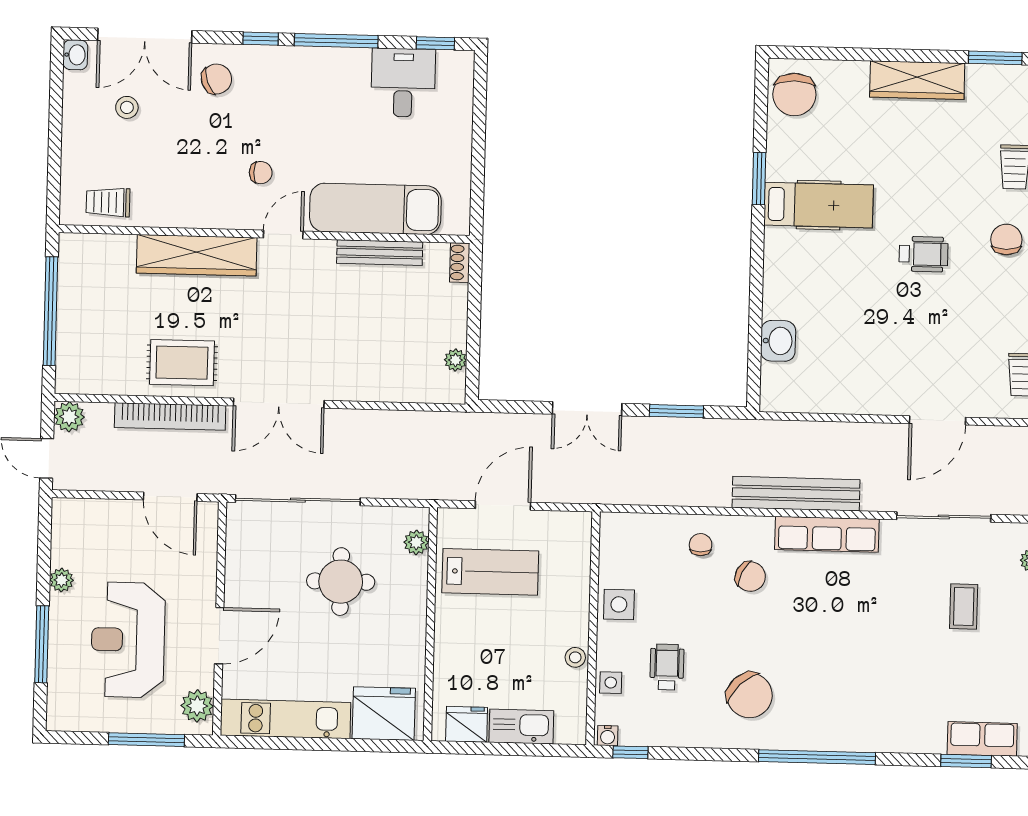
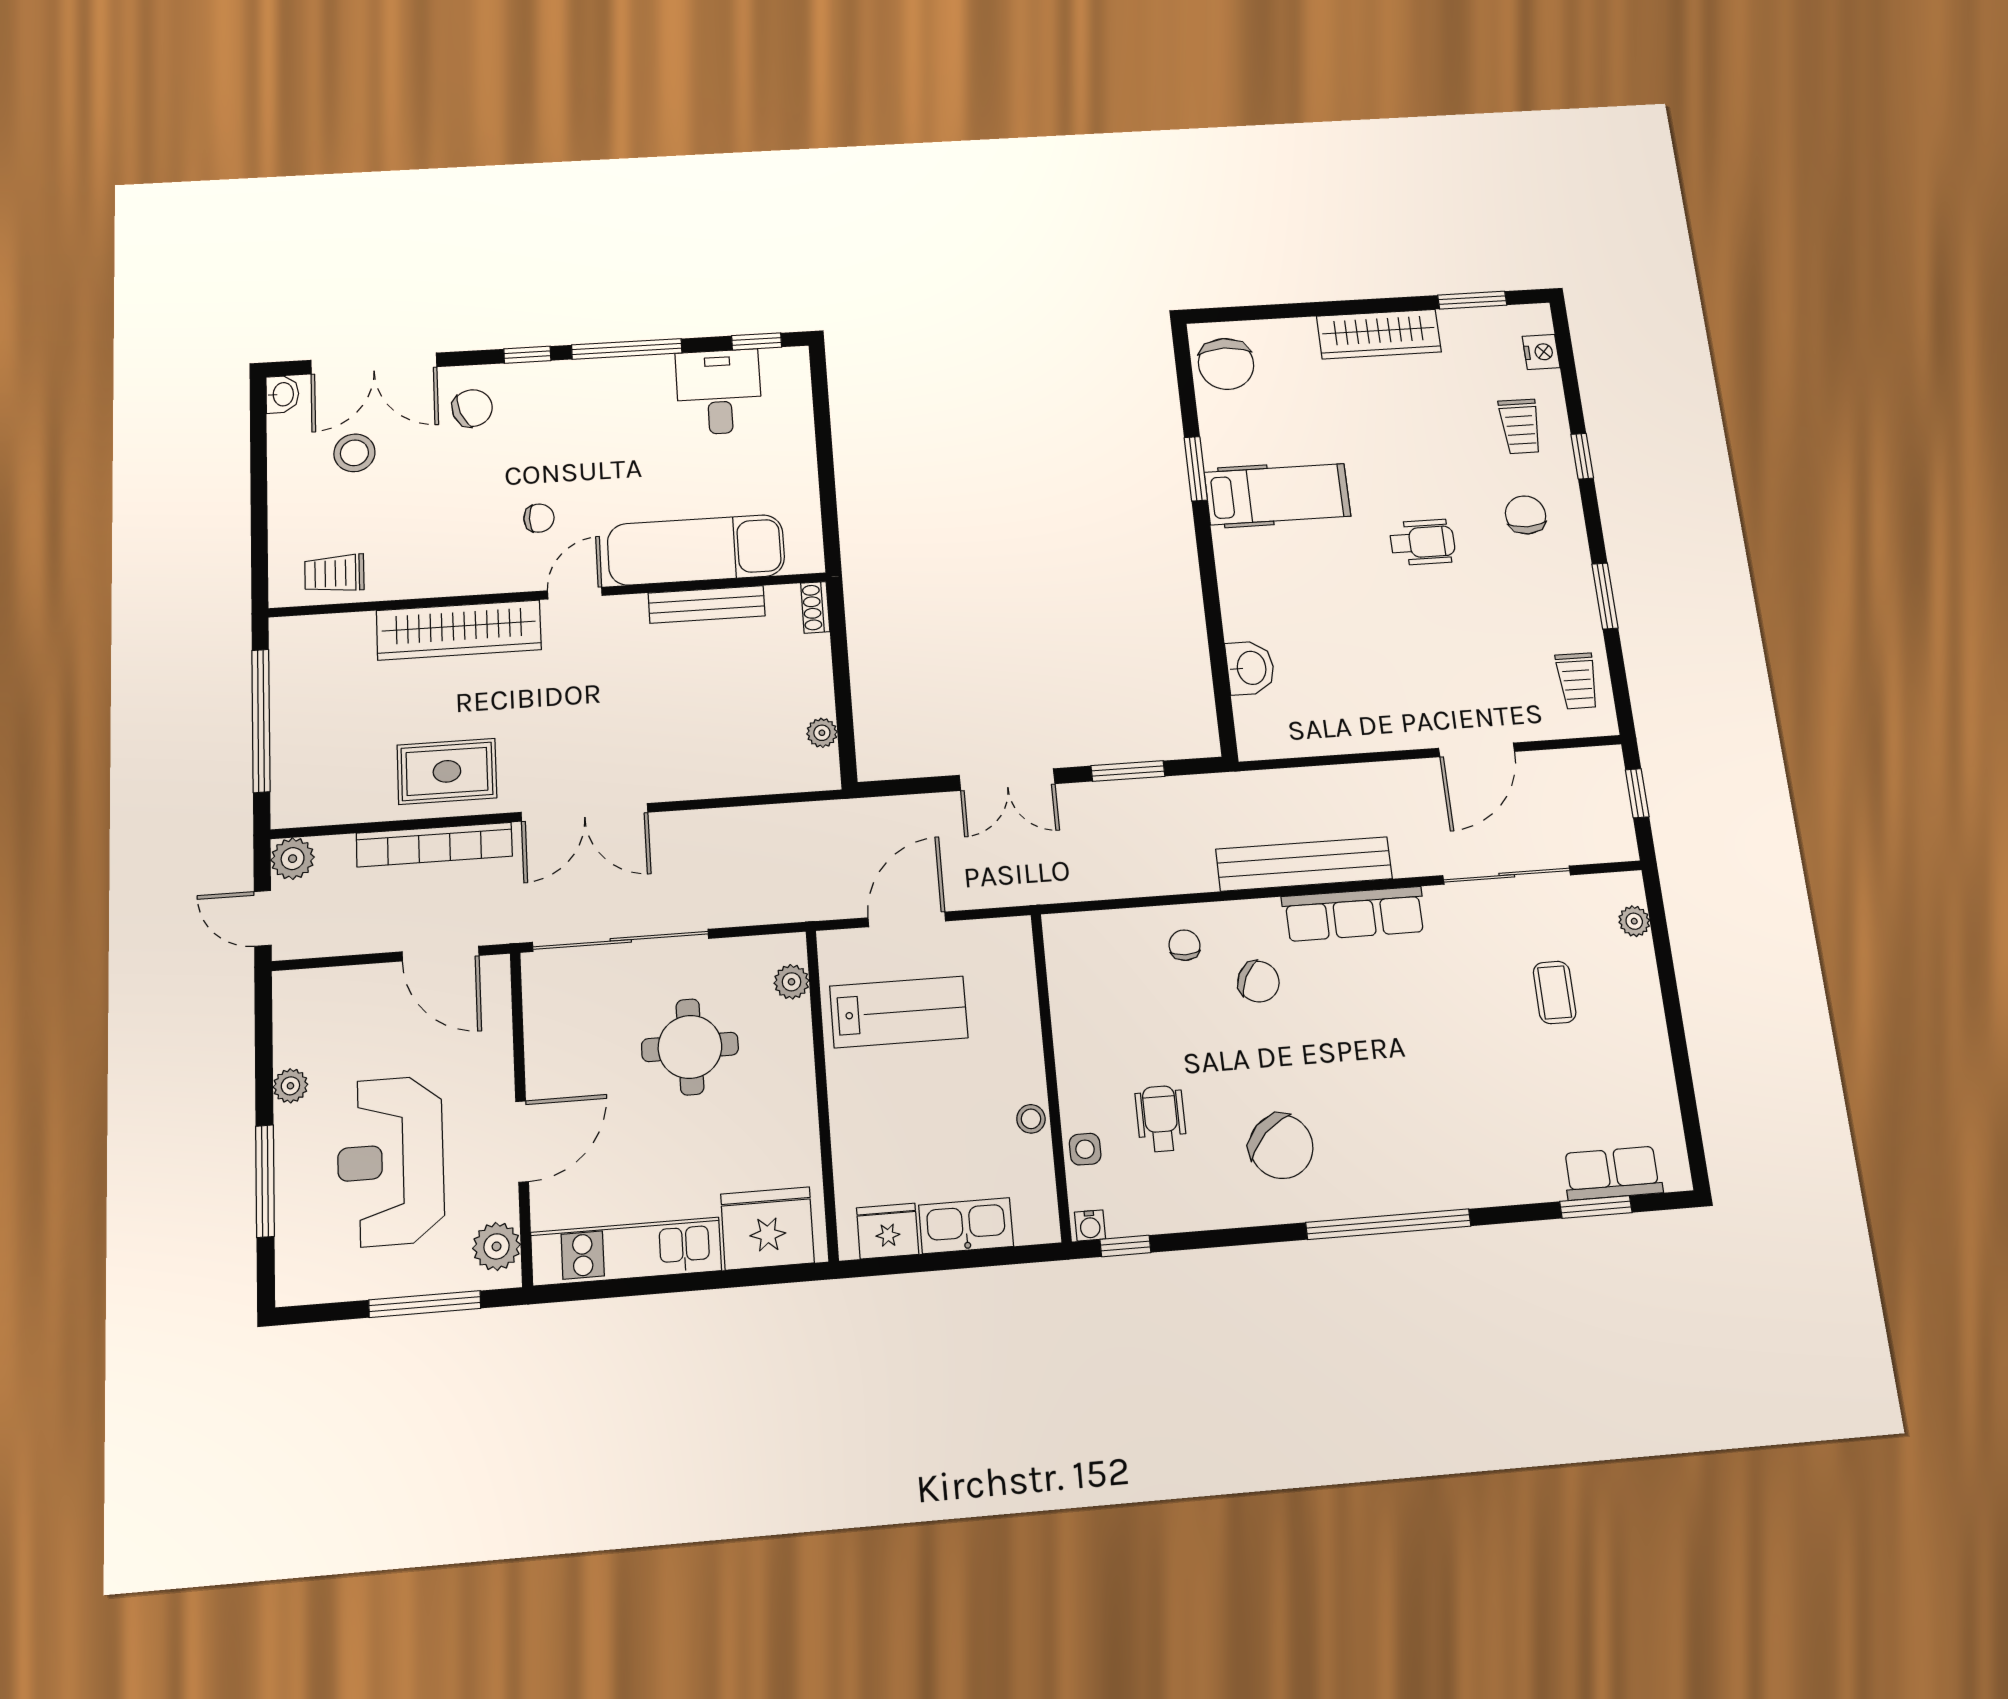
stool: (127, 107) -> (354, 453), width x1.37, depth x1.37
side table: (619, 604) -> (1083, 1039), removed

